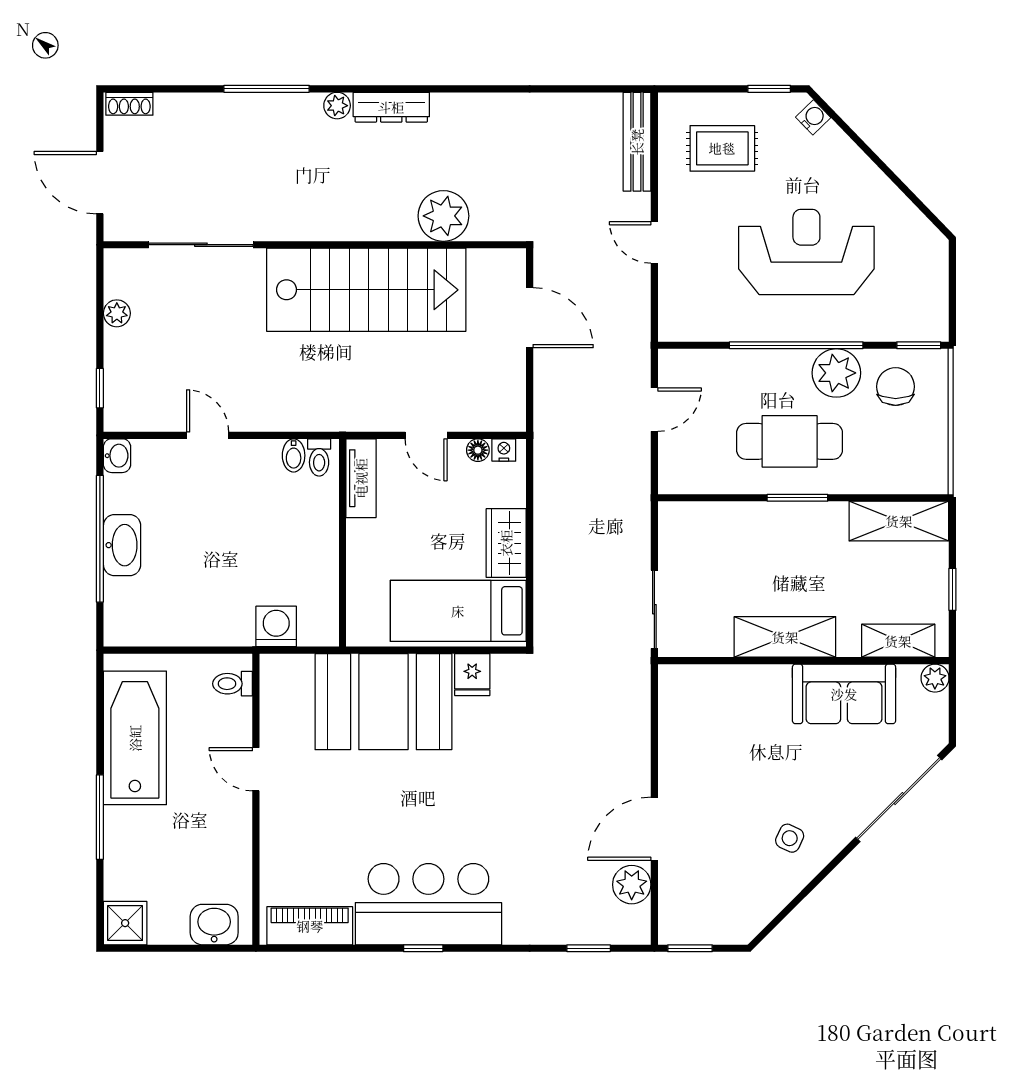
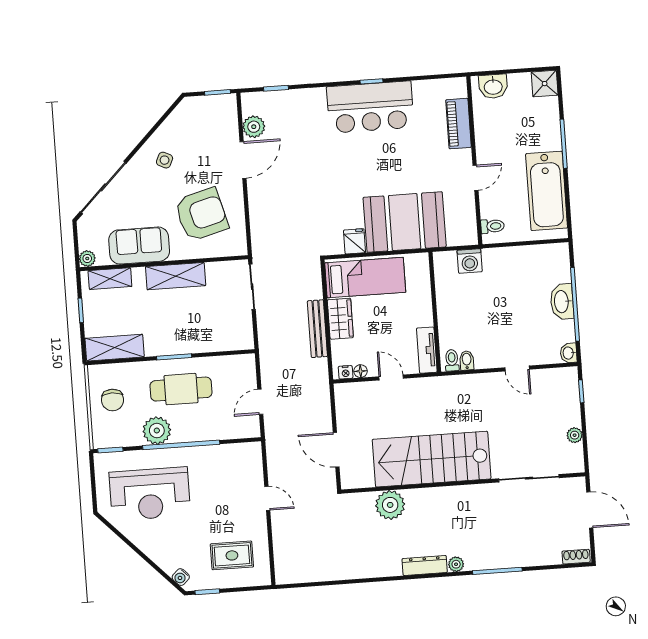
bench: (637, 142) -> (317, 329), moved
reception desk: (806, 252) -> (150, 494), moved
chair: (896, 387) -> (112, 400), moved
armchair: (733, 740) -> (201, 214), added
door: (256, 769) -> (475, 178), hinge flipped
piano: (310, 926) -> (458, 124), moved, turned 90

